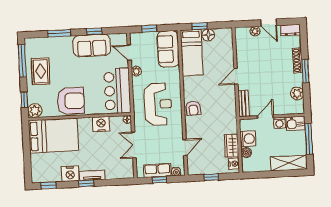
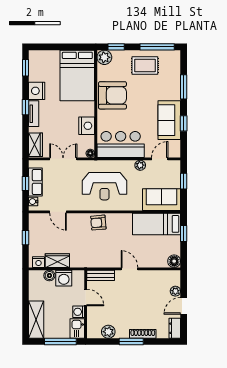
floor lamp: (208, 35) -> (174, 261), moved
armchair: (71, 101) -> (112, 95), turned -90
wardrobe: (122, 172) -> (36, 145), added

